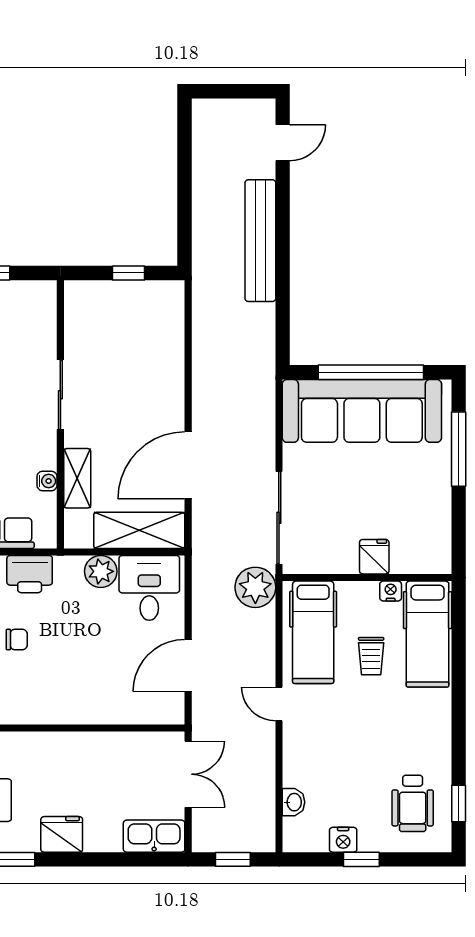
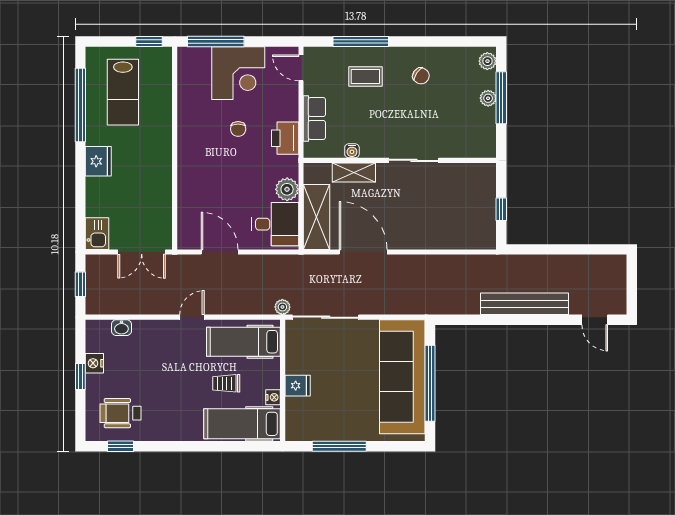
window: (459, 449) -> (339, 446), moved
plant: (255, 587) -> (282, 307), width x0.53, depth x0.53
kitchen sink: (154, 836) -> (97, 234), width x0.73

